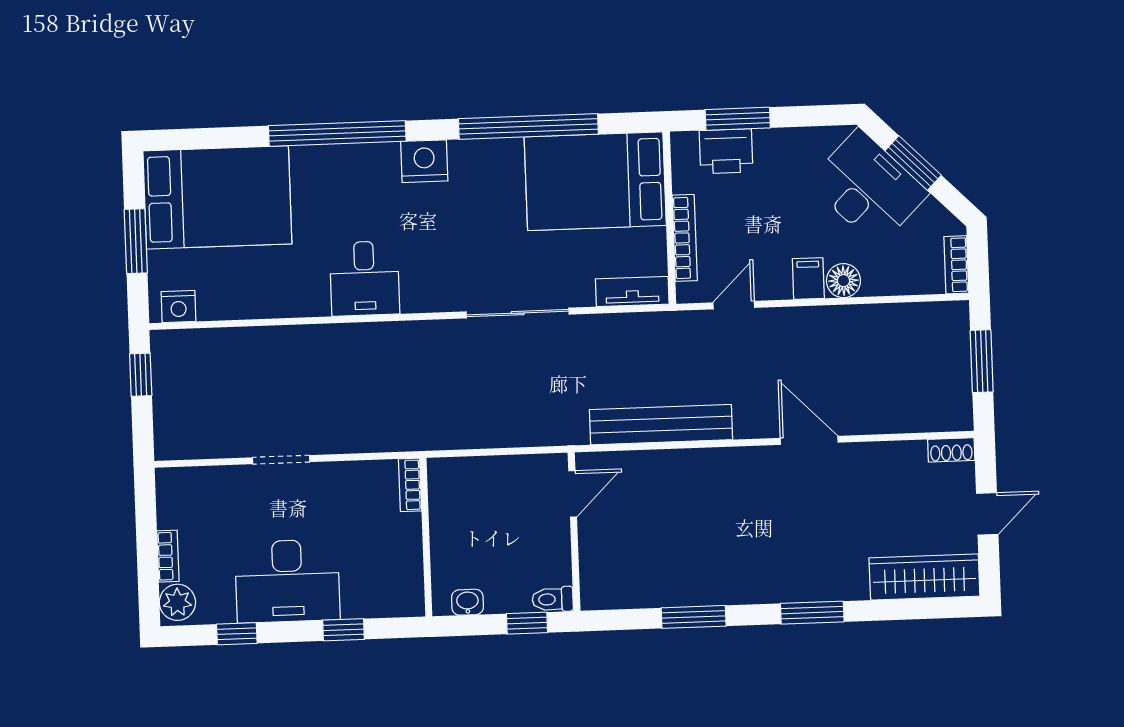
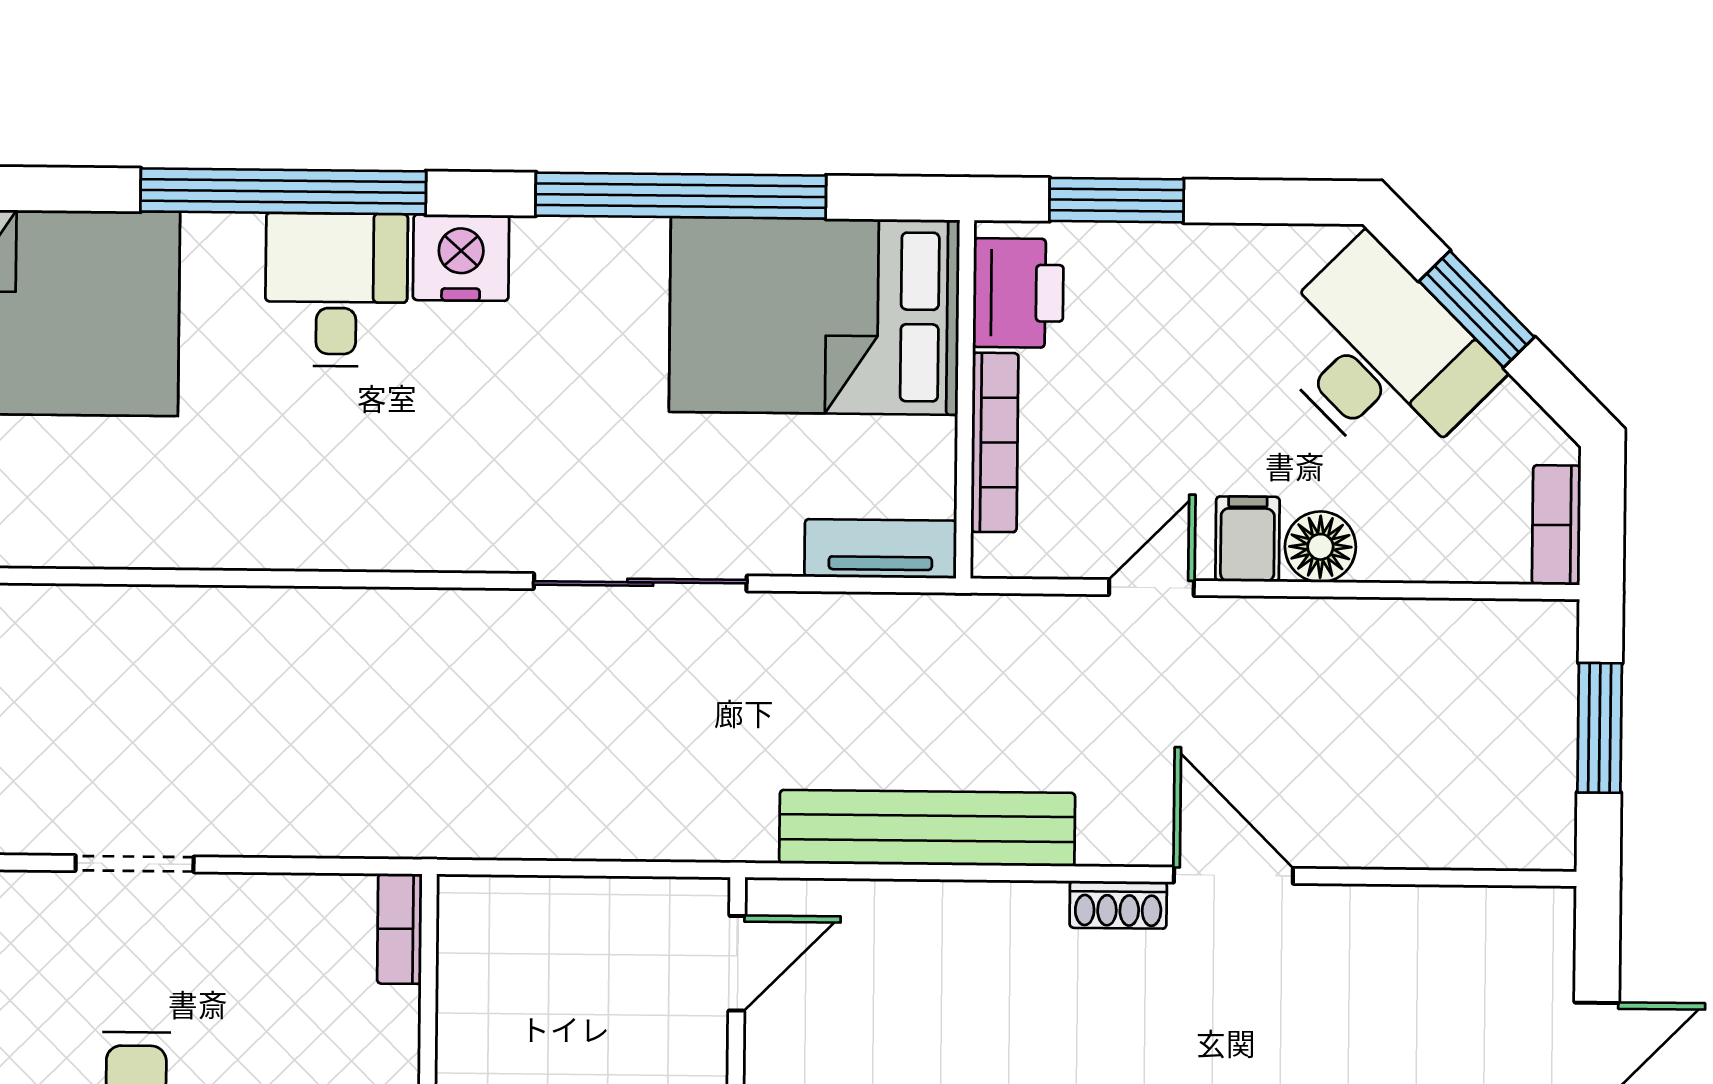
printer: (726, 151) -> (1018, 293), moved, turned -90
desk: (365, 278) -> (336, 290), moved, turned 180
door: (734, 305) -> (1151, 588), moved
shoe rack: (951, 450) -> (1118, 905), moved

